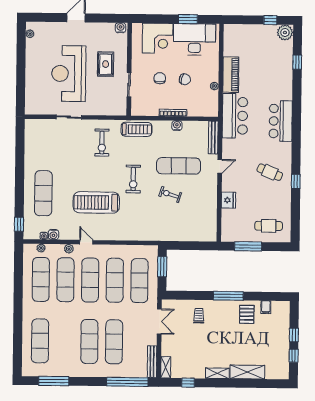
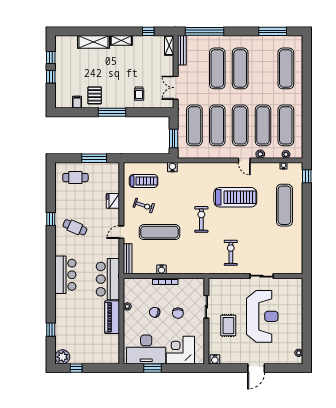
treadmill: (137, 129) -> (144, 181), moved, turned 180
exercise bike: (170, 194) -> (144, 205), moved
water cooler: (53, 234) -> (172, 167), moved

